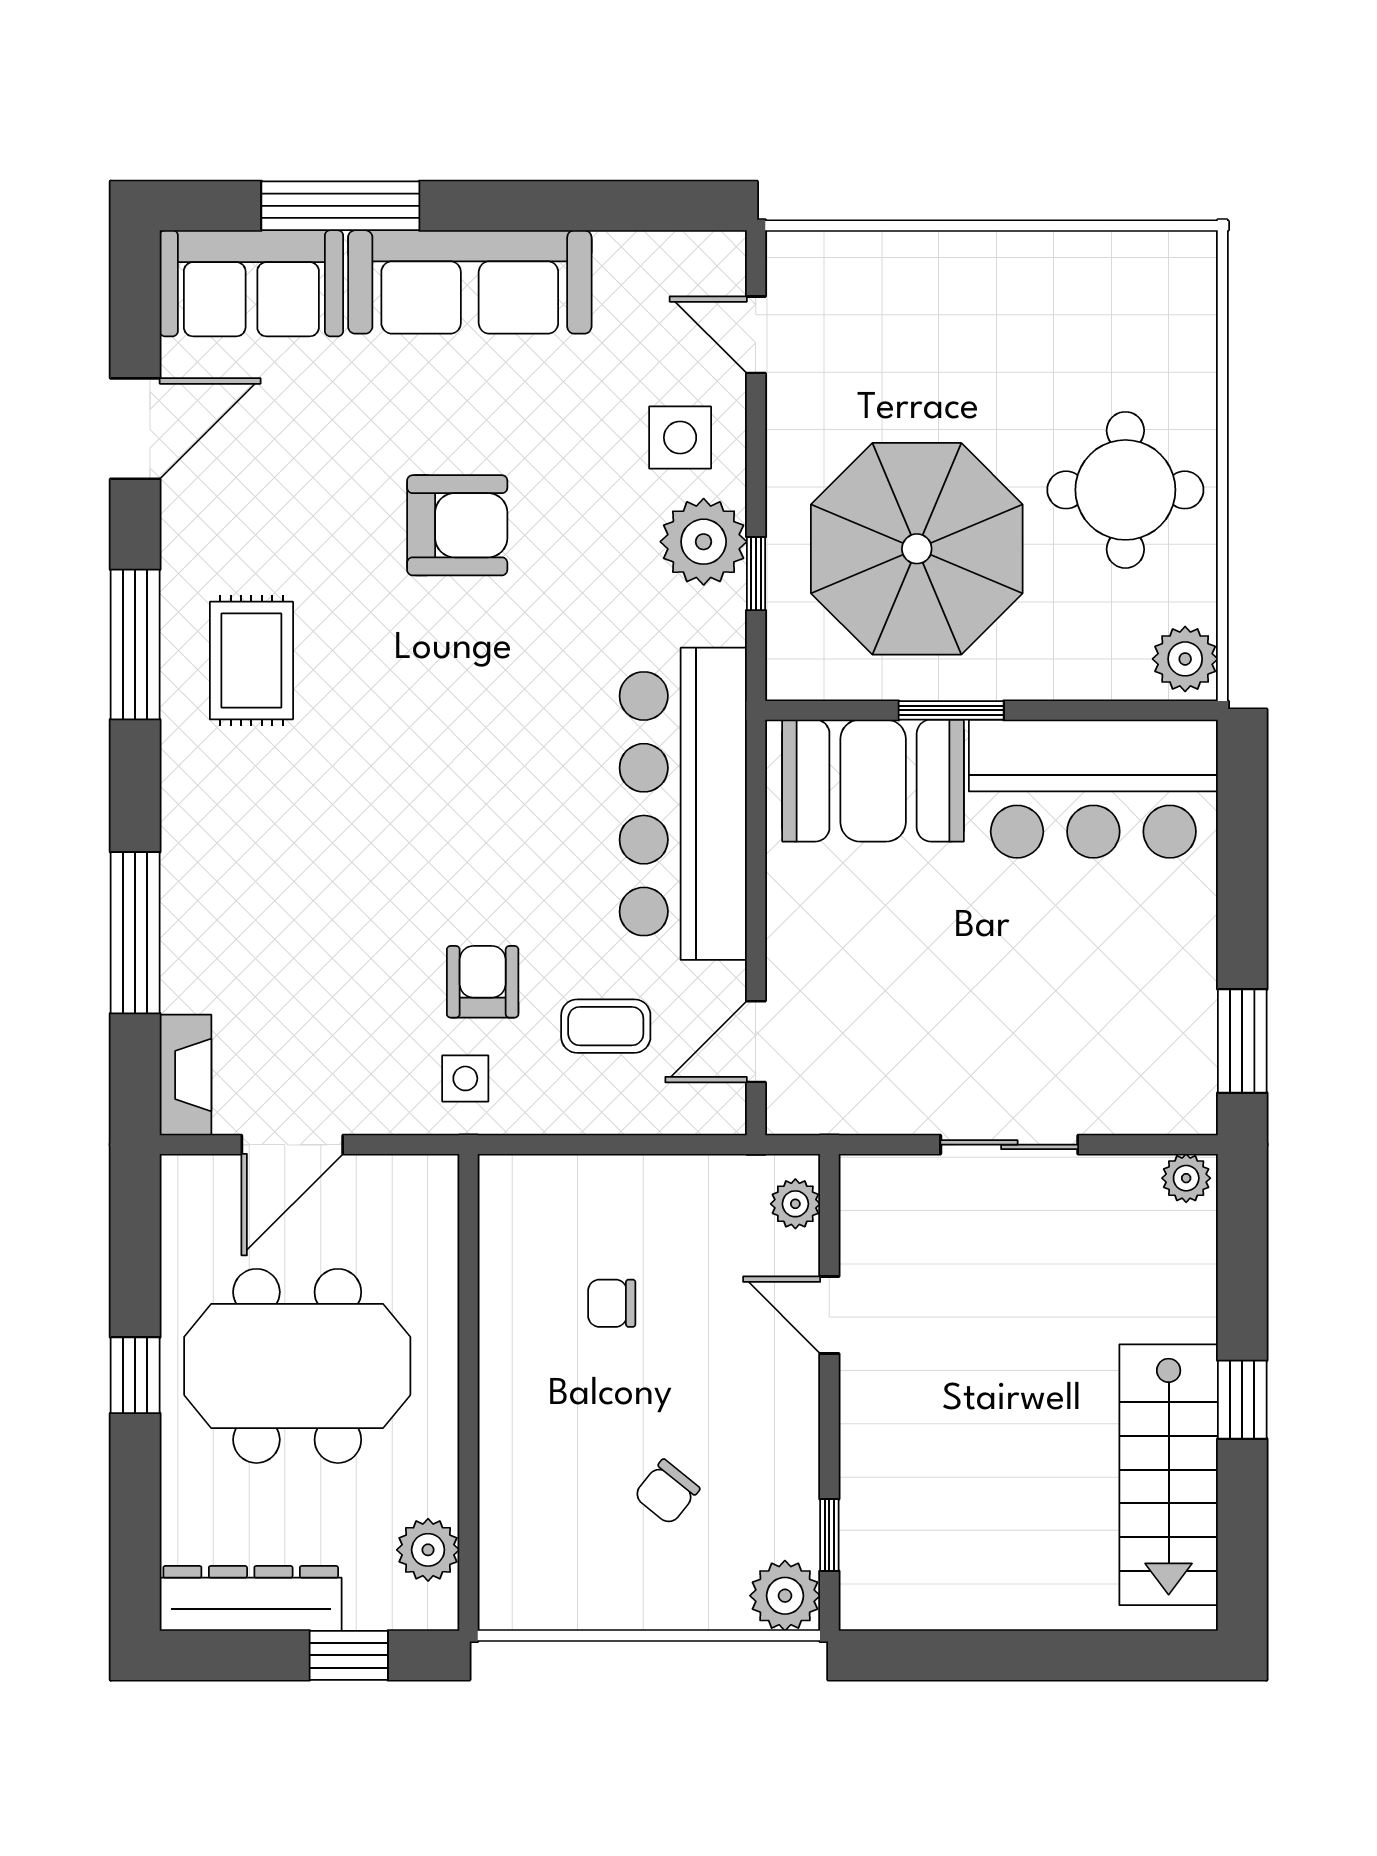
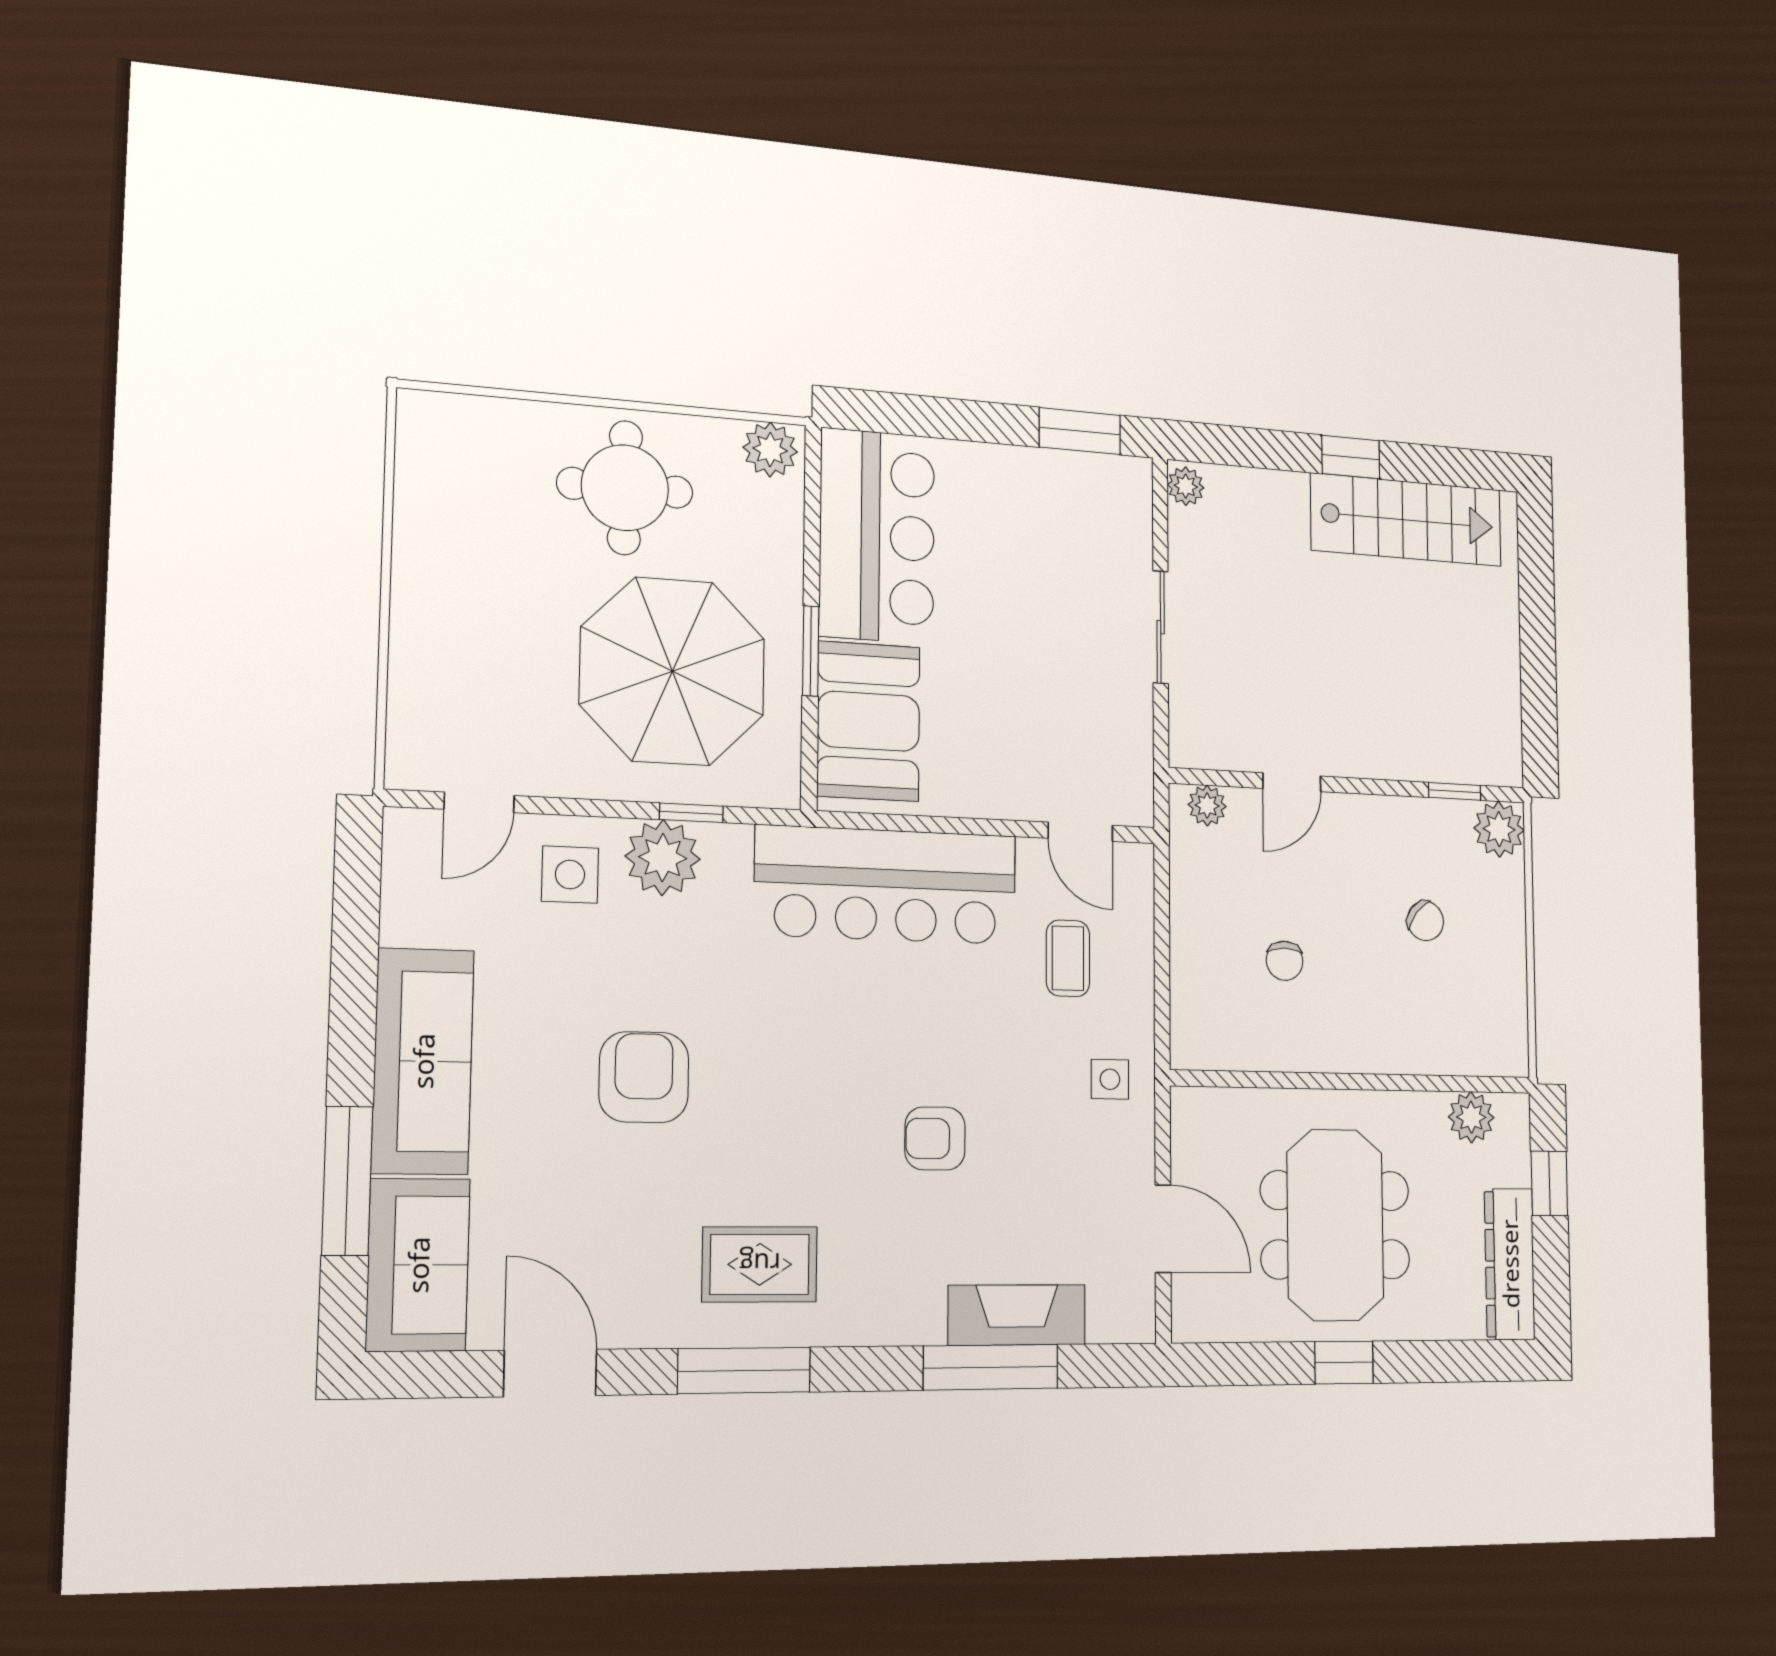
armchair: (483, 982) -> (935, 1138), moved
fireplace: (185, 1075) -> (1017, 1315), moved, width x1.37, depth x1.32

